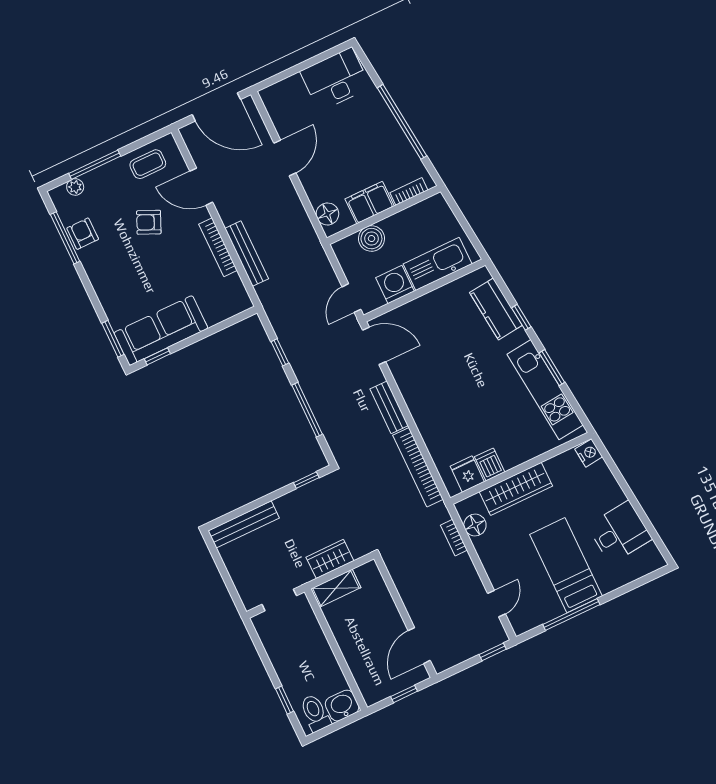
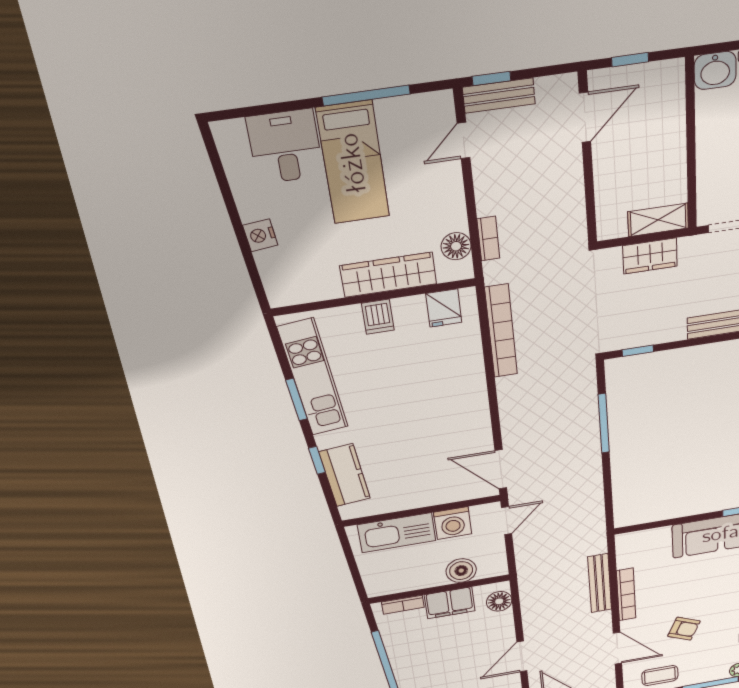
window: (280, 352) -> (608, 486), removed
bench: (389, 407) -> (499, 96), moved, turned 90
nightstand: (589, 453) -> (260, 235), moved
dishwasher: (490, 464) -> (378, 317), moved
desk: (620, 532) -> (285, 147), moved, turned 96

